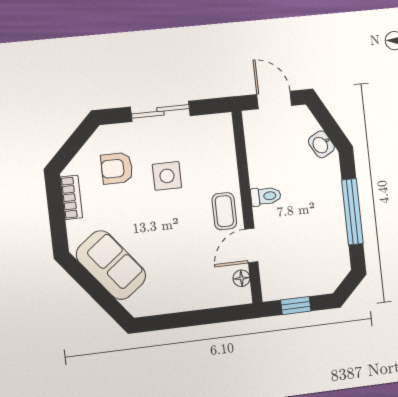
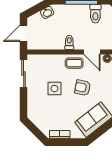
sliding door: (160, 111) -> (24, 73), moved
armchair: (117, 168) -> (83, 88), moved, turned 102
toilet: (329, 243) -> (95, 14), added

